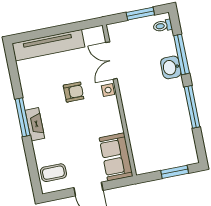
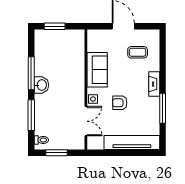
washbasin: (171, 67) -> (41, 85), moved
window: (23, 117) -> (163, 108), moved
sofa: (116, 157) -> (97, 70), moved
coffee table: (53, 173) -> (138, 52), moved

